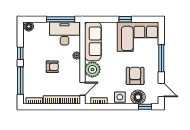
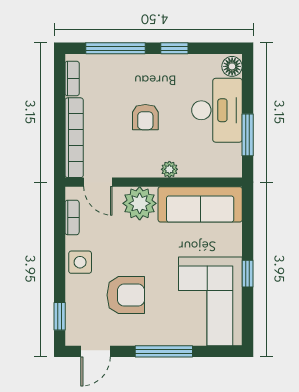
window: (61, 19) -> (248, 135), width x0.69
desk: (64, 33) -> (217, 110), moved
floor lamp: (138, 97) -> (80, 301), removed

